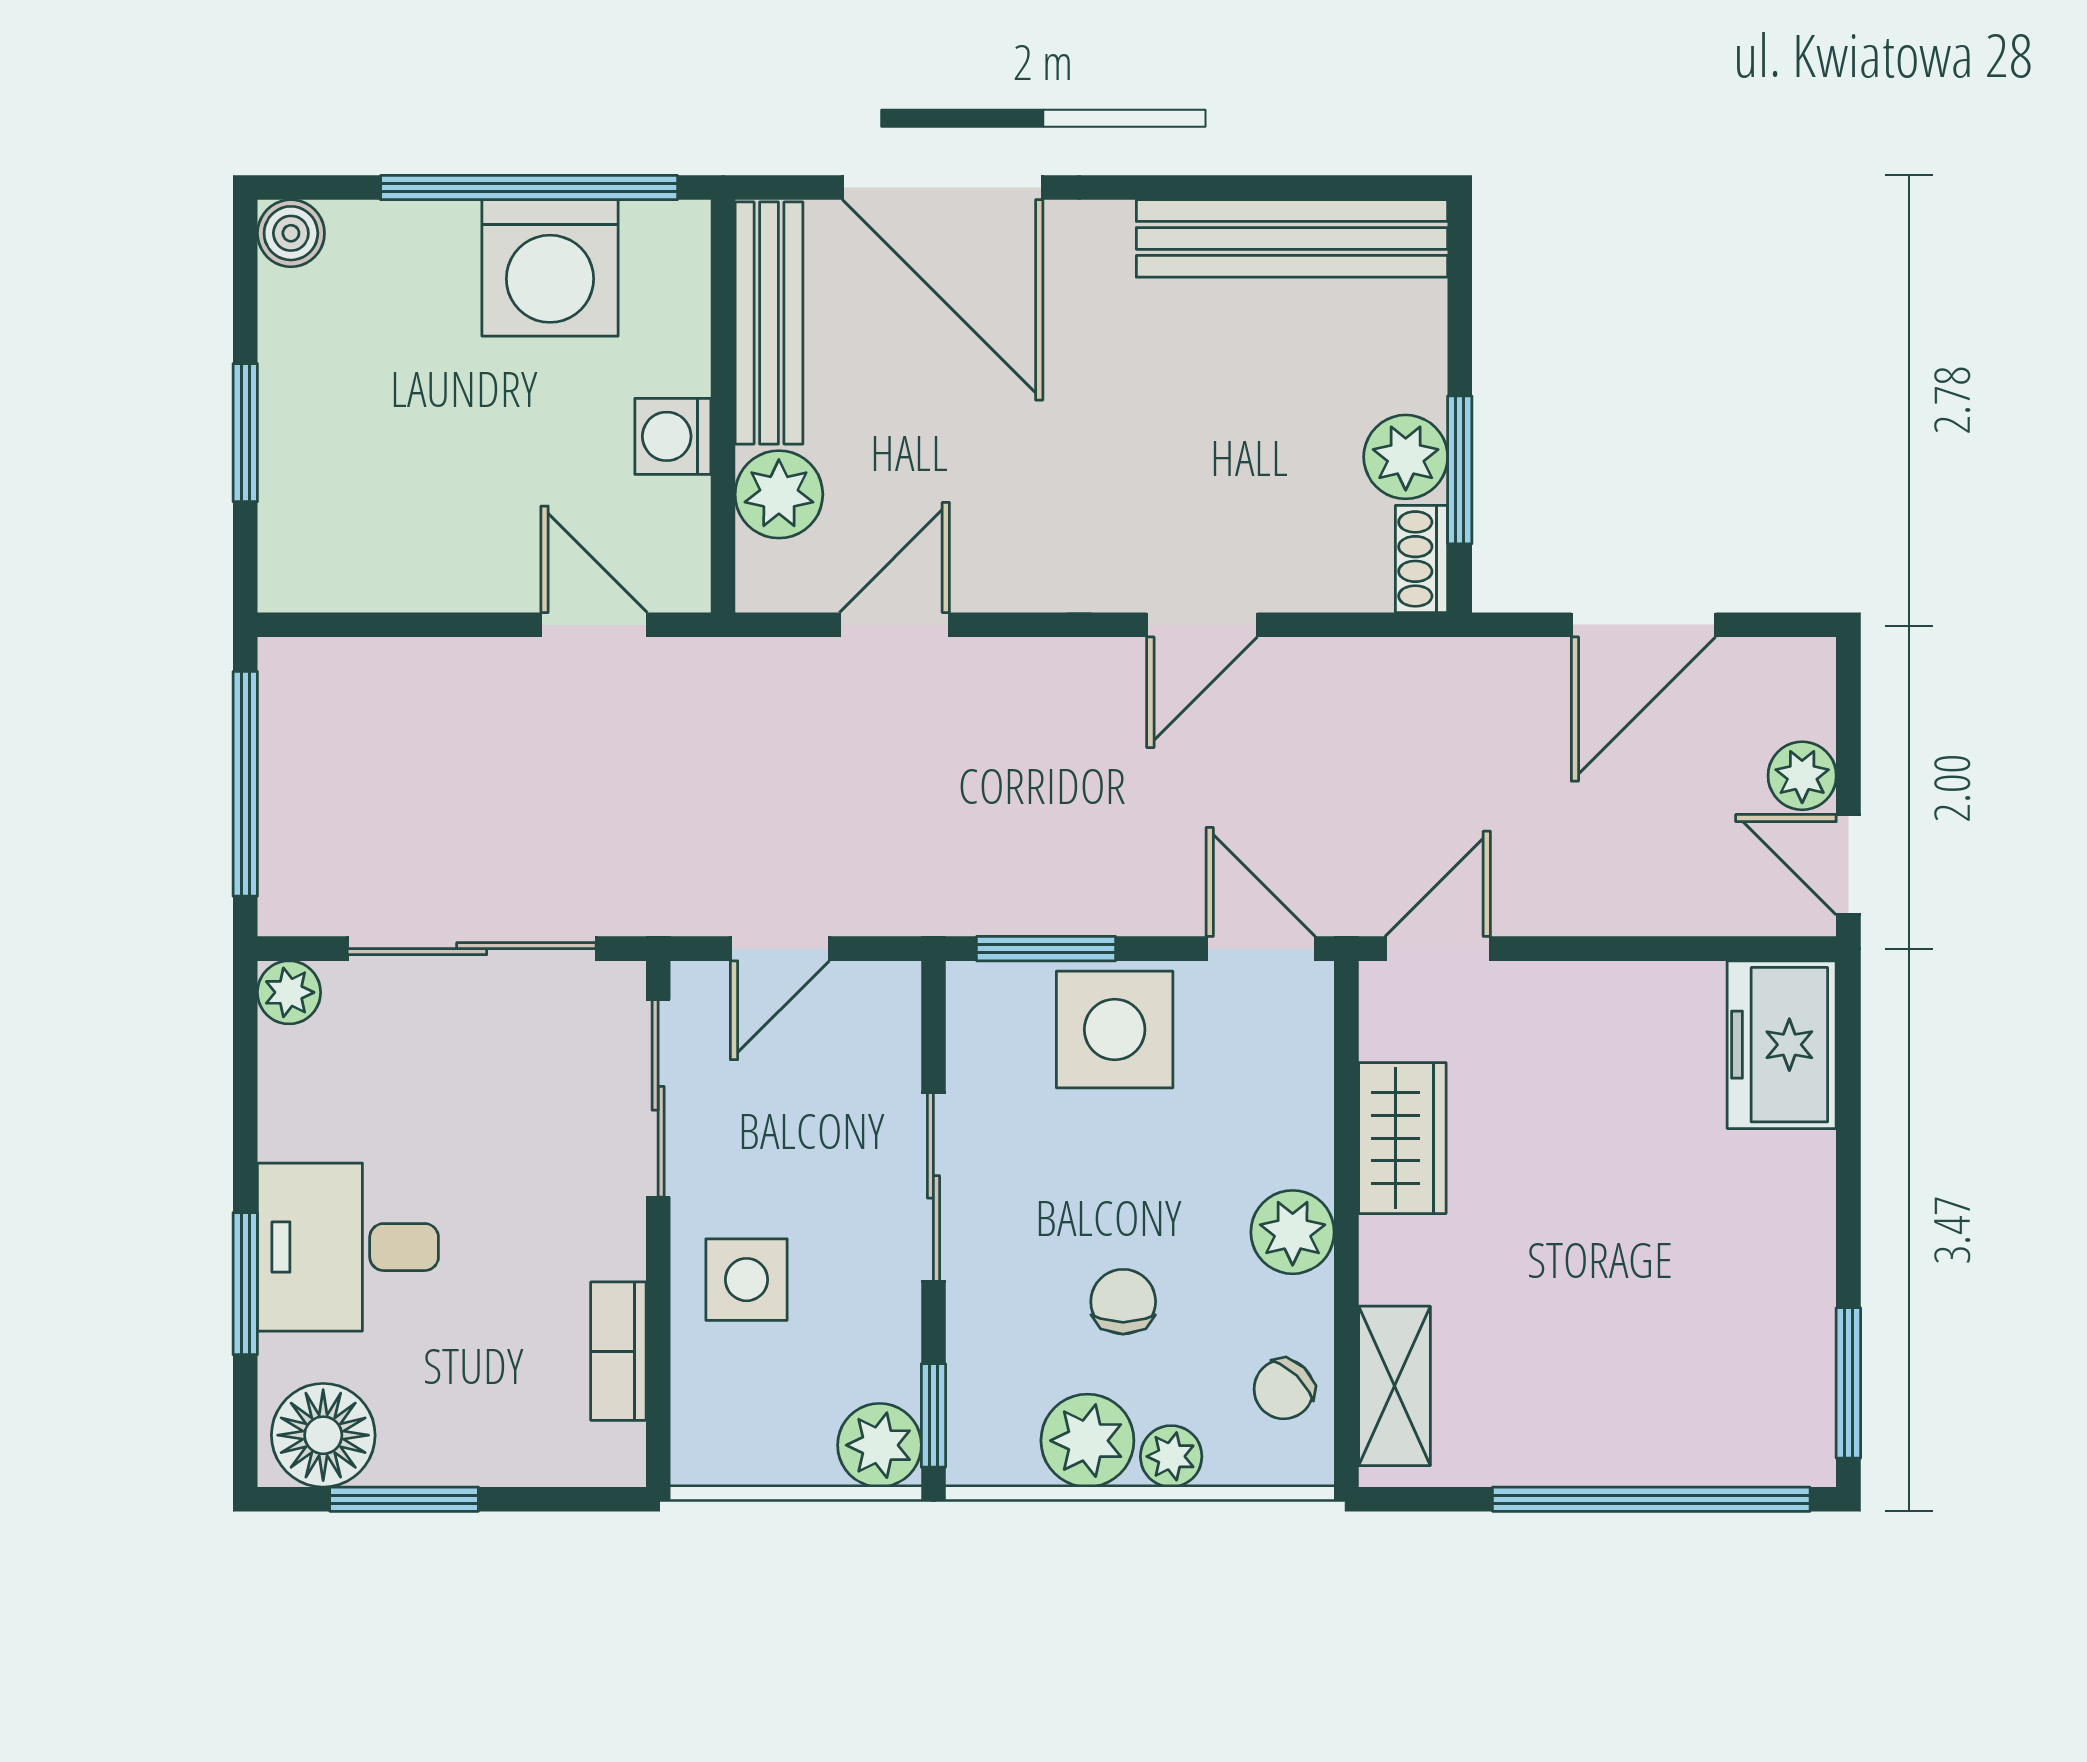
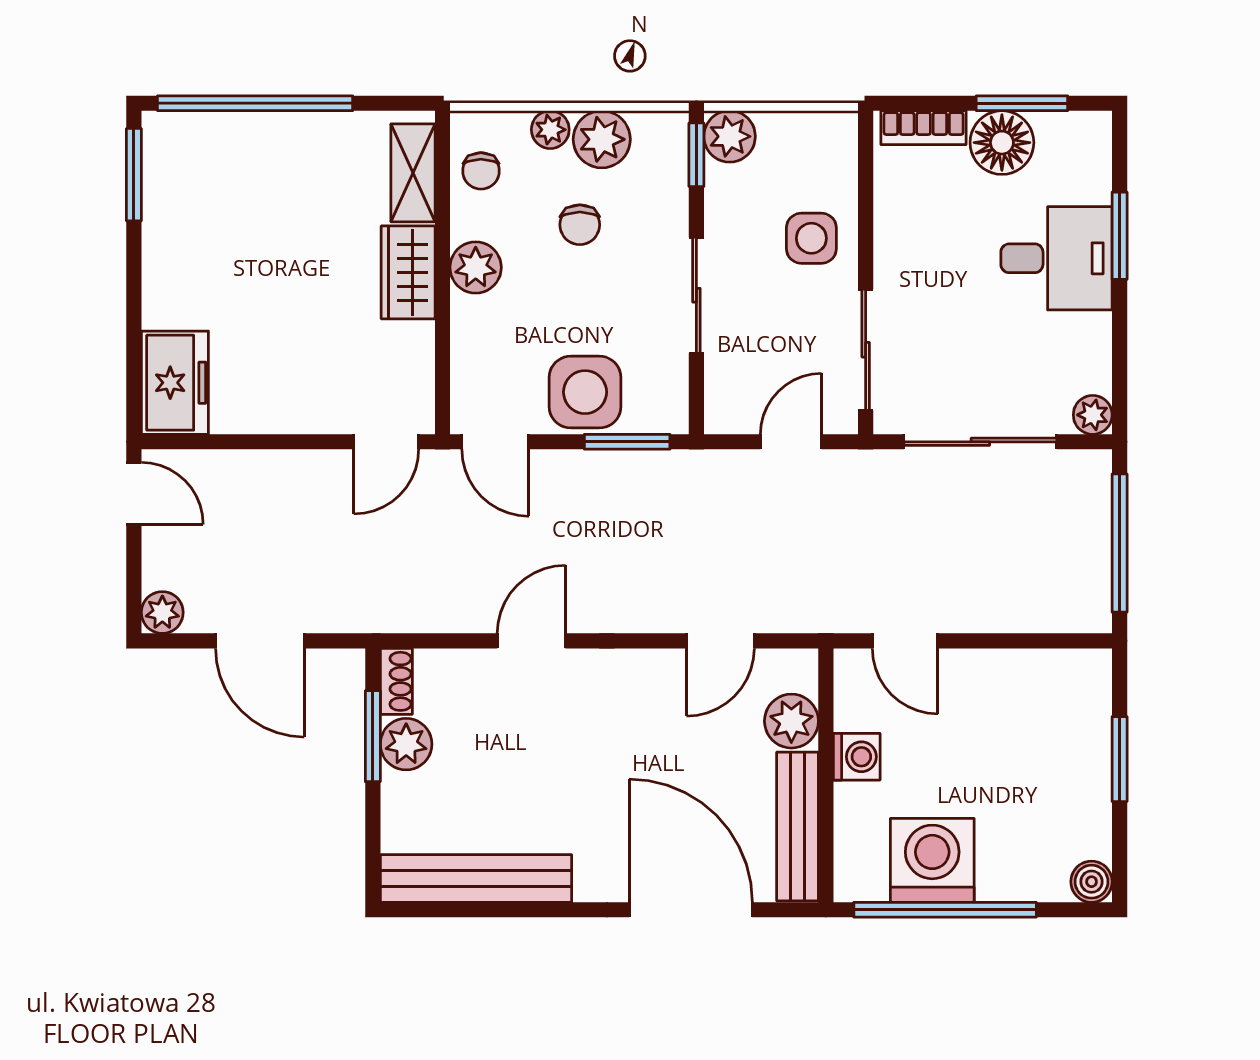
door: (1643, 625) -> (260, 641), swing flipped
plant: (1802, 776) -> (162, 612), moved
wardrobe: (1402, 1138) -> (408, 272), moved
bookcase: (618, 1351) -> (924, 128), moved, turned 90
chair: (1284, 1389) -> (481, 171), turned 136
floor lamp: (323, 1435) -> (1002, 143), moved

